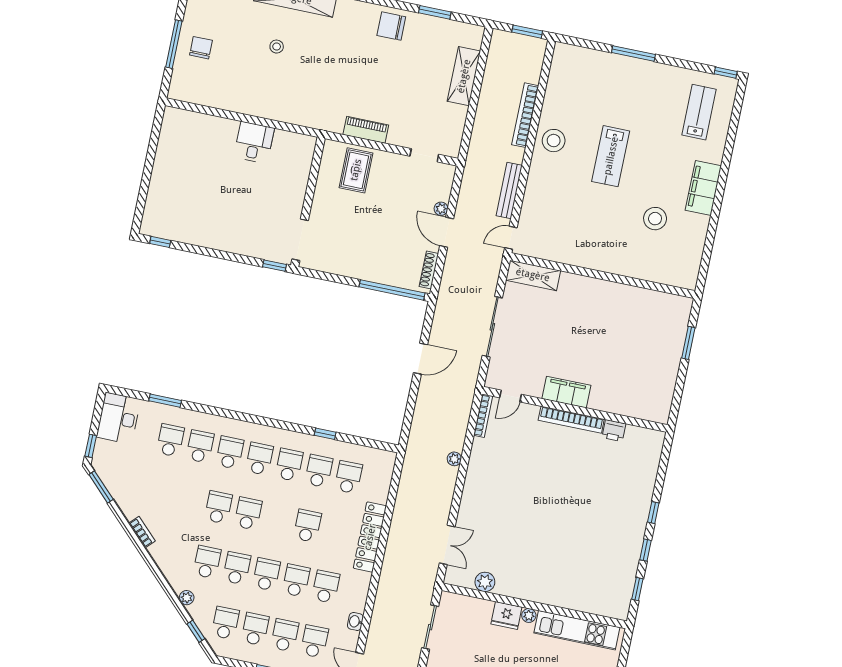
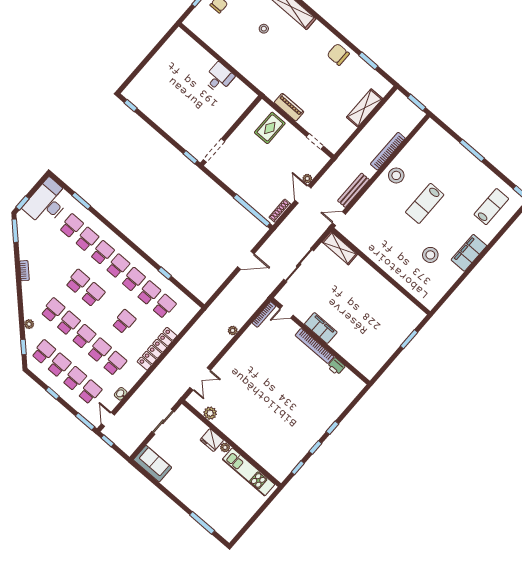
desk: (119, 418) -> (47, 203), width x1.36, depth x1.30

